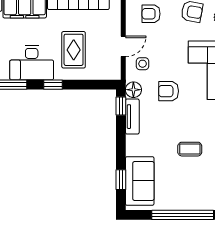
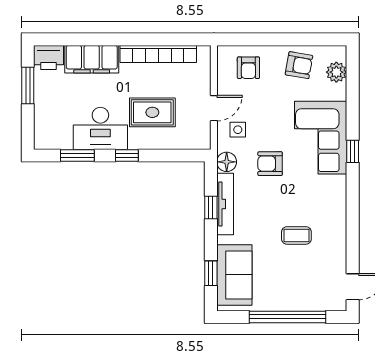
armchair: (151, 14) -> (248, 68), turned -90
rug: (74, 50) -> (152, 112), turned 90
window: (121, 106) -> (211, 208), moved
tv unit: (132, 117) -> (225, 204), width x1.41

